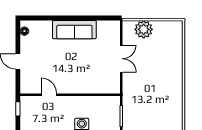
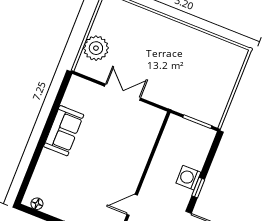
sofa: (74, 30) -> (64, 131), width x0.73

